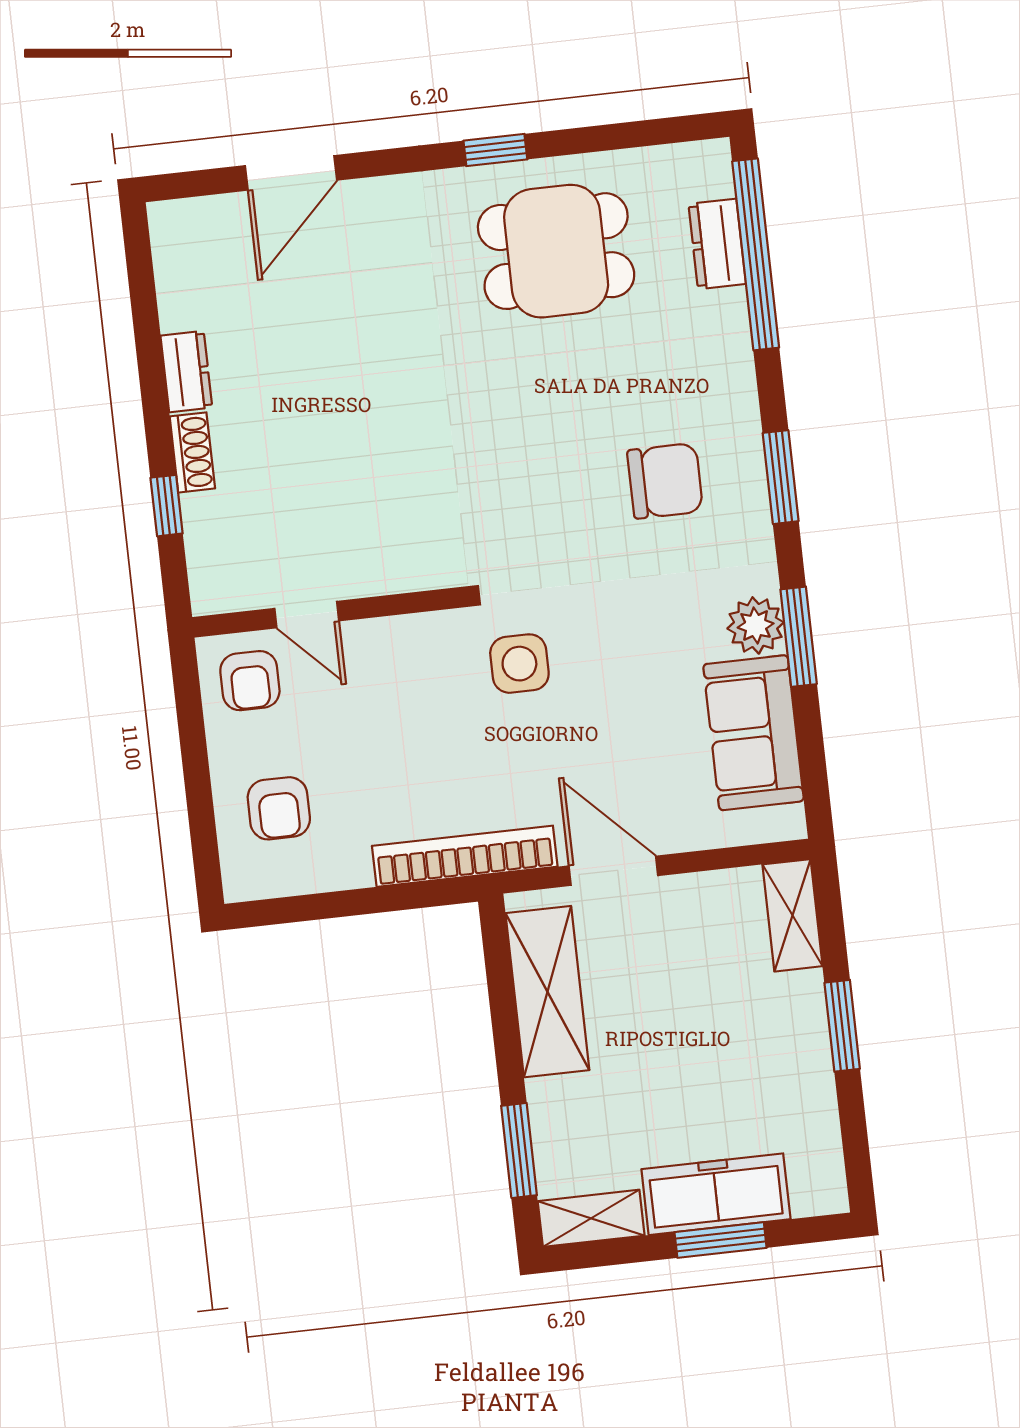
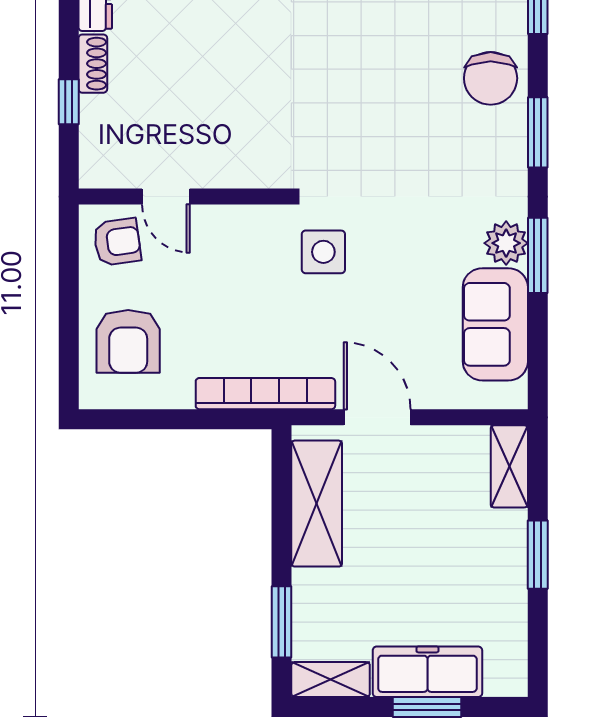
chair: (665, 481) -> (491, 78), moved, turned 90
armchair: (250, 681) -> (117, 242), turned -98
armchair: (279, 808) -> (128, 341), width x1.38, depth x1.38

